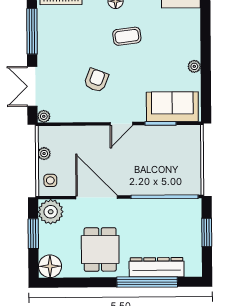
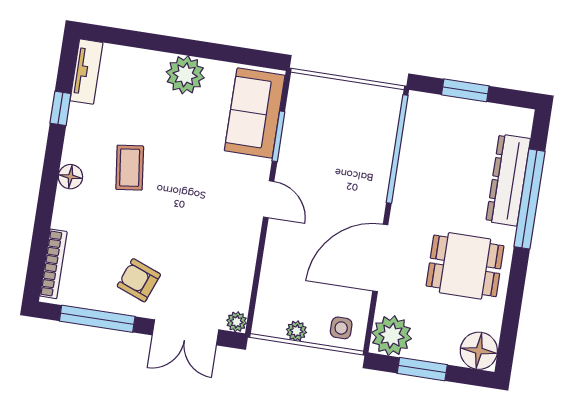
plant: (194, 66) -> (185, 75), width x1.88, depth x1.88
armchair: (96, 80) -> (139, 280), moved

